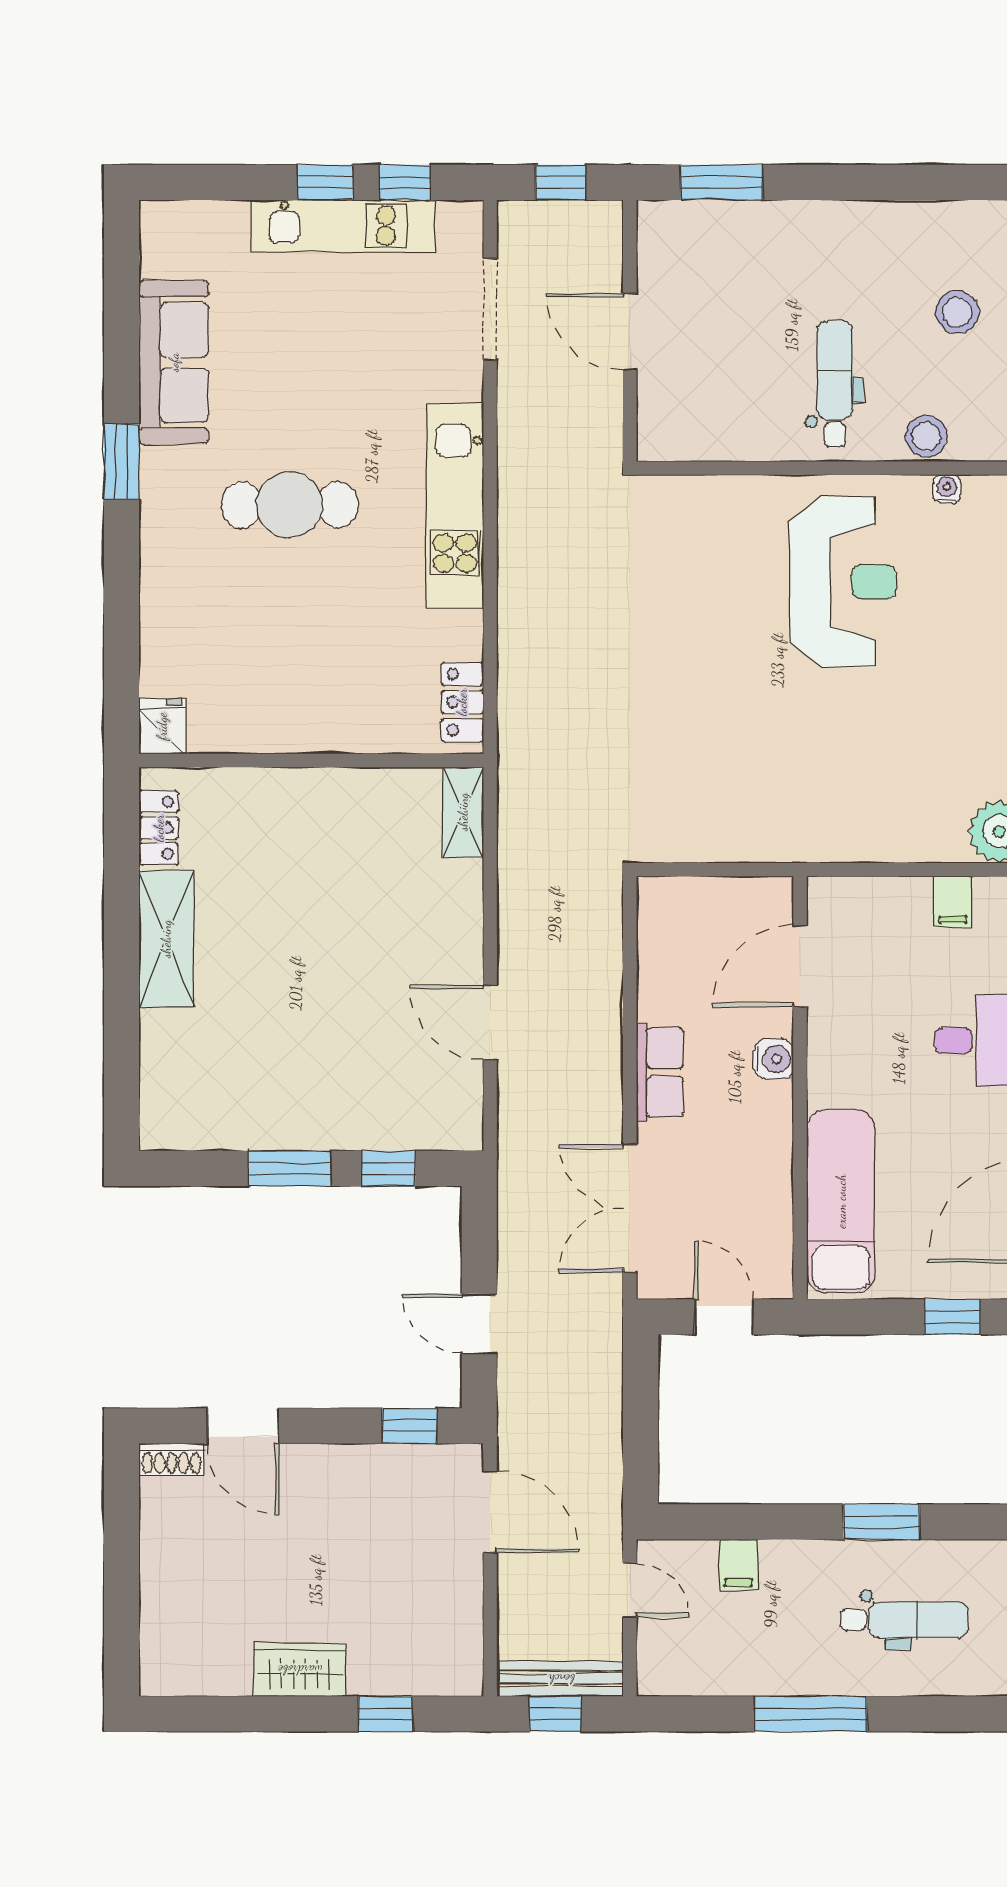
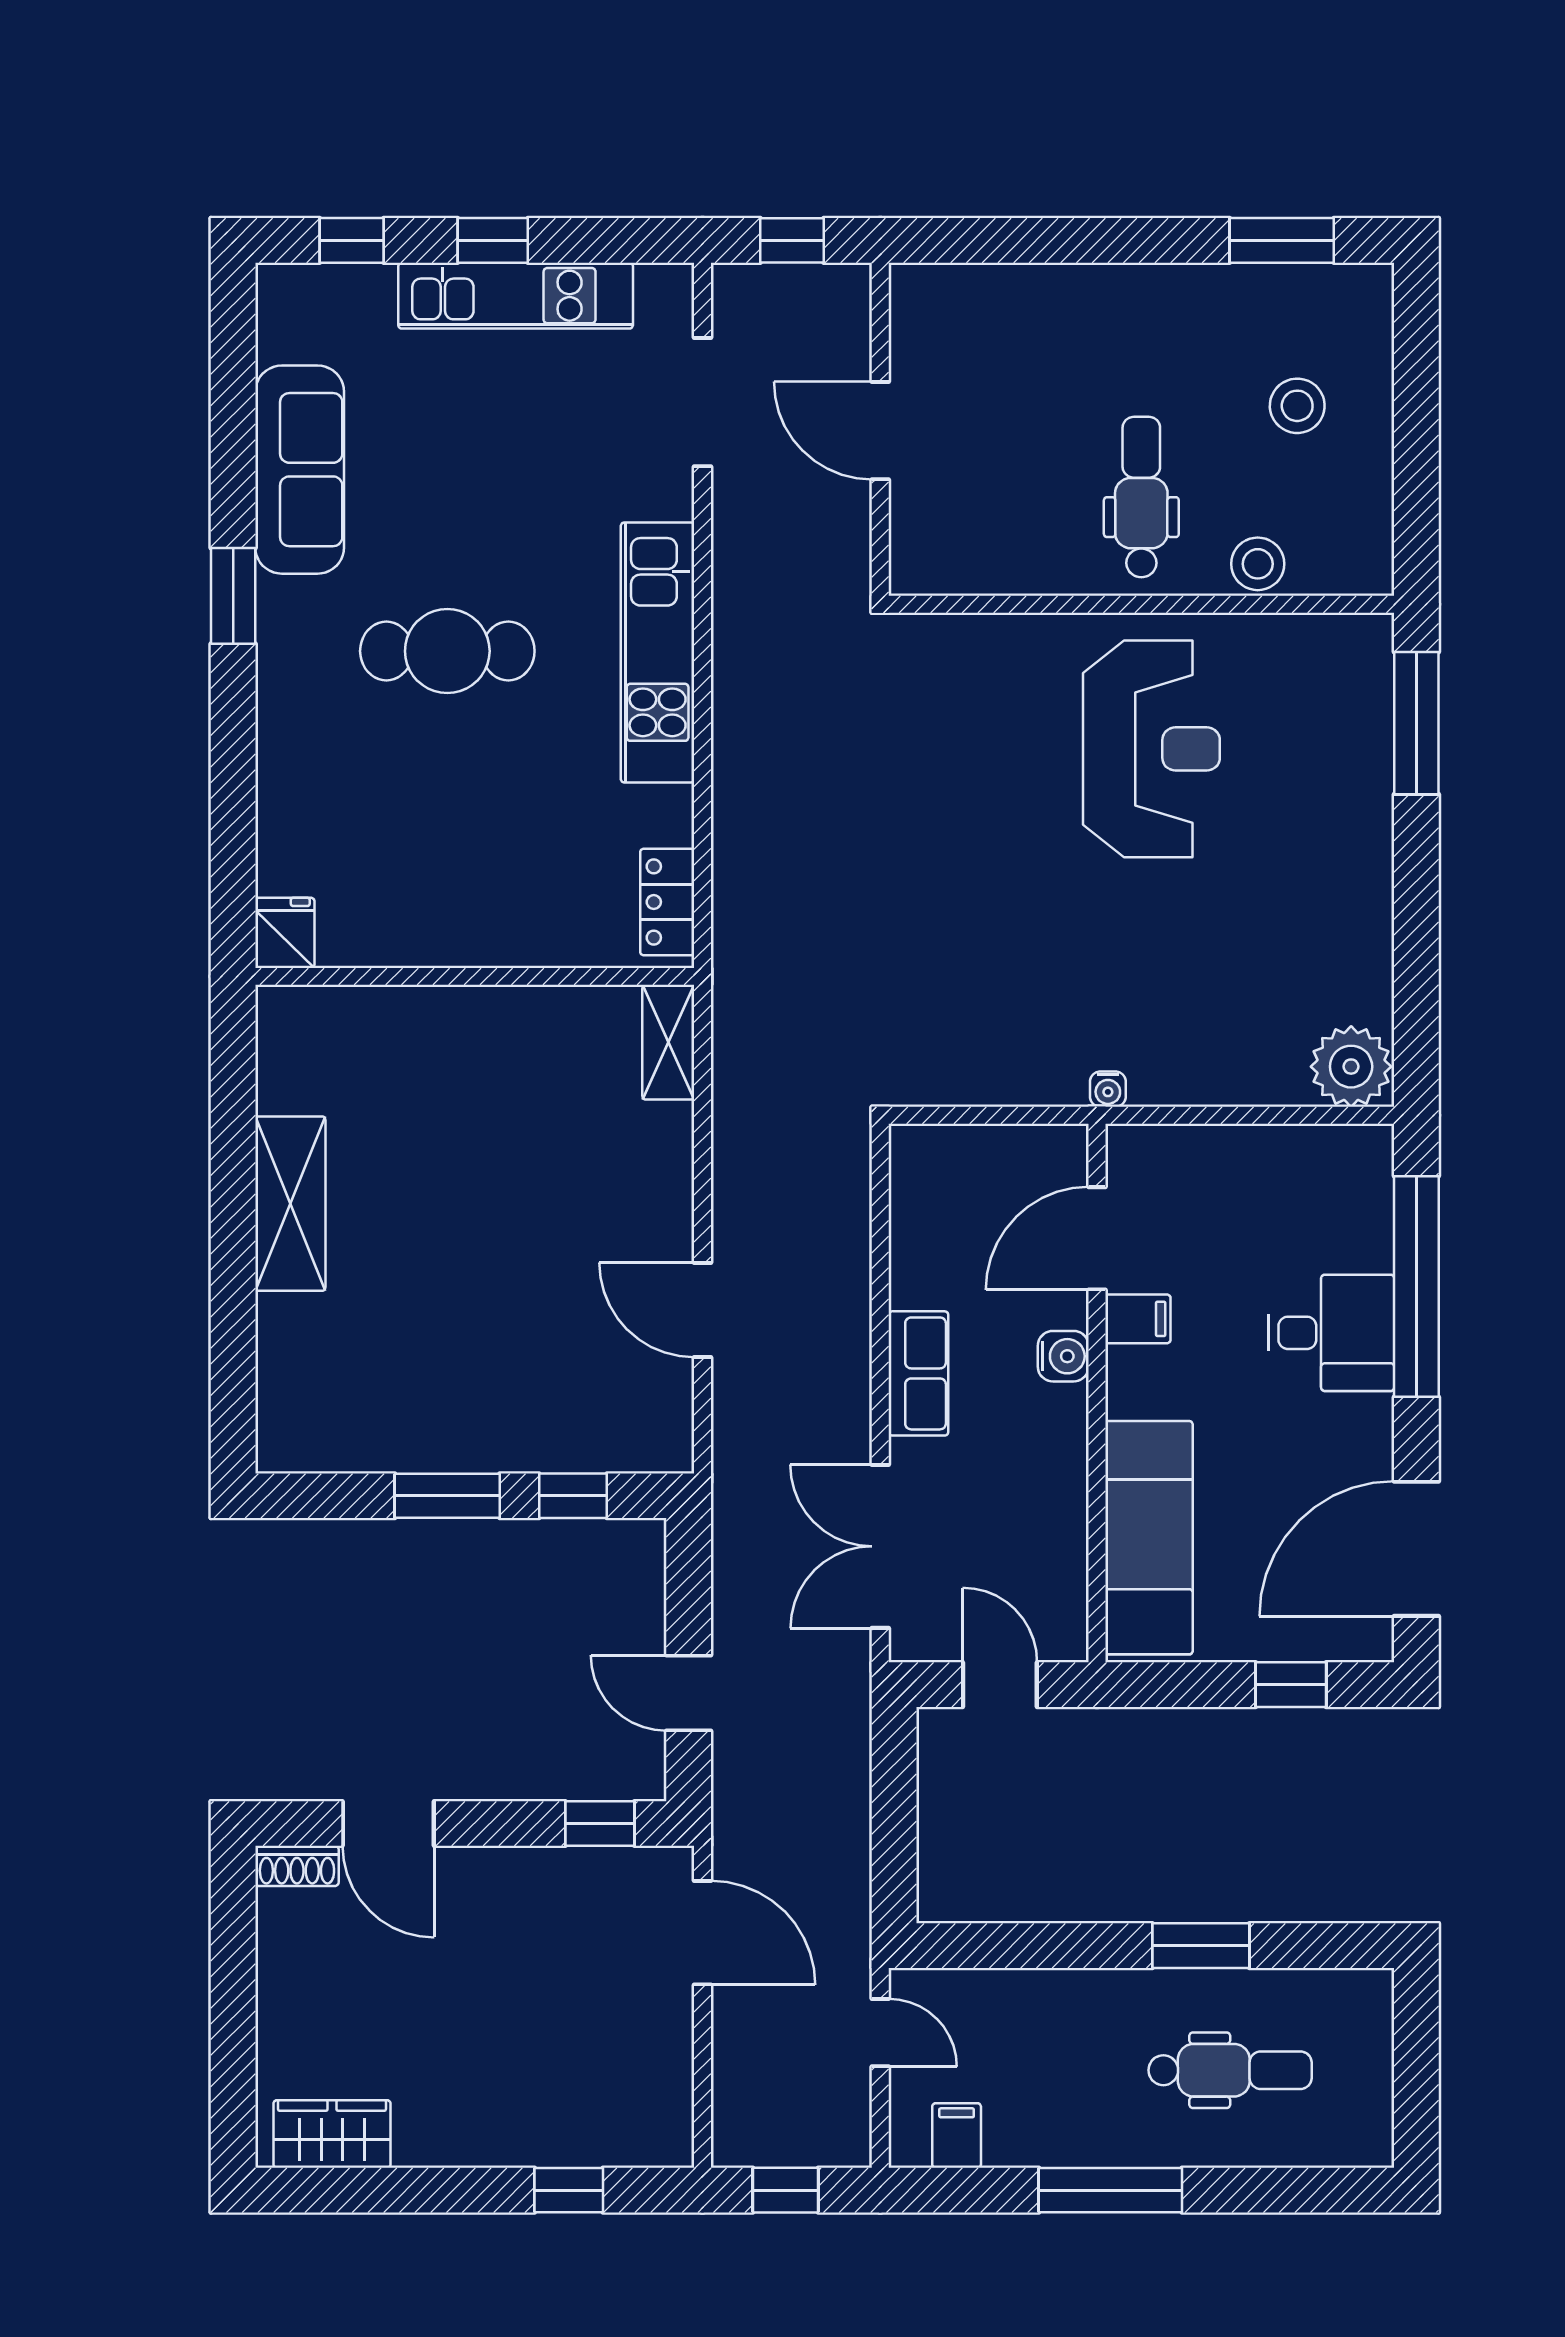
window: (405, 182) -> (352, 240), moved
window: (722, 182) -> (1282, 240), moved
water cooler: (947, 489) -> (1108, 1089), moved, turned 180
locker: (159, 828) -> (281, 1062), removed
filing cabinet: (953, 902) -> (1138, 1319), moved, turned -90
filing cabinet: (738, 1565) -> (957, 2135), moved, turned 180
wardrobe: (300, 1670) -> (332, 2134), moved
bench: (561, 1679) -> (792, 2146), removed

